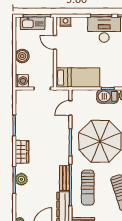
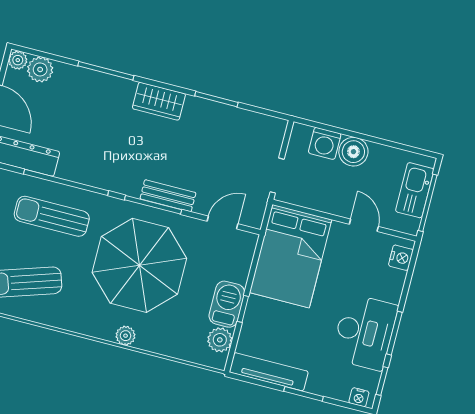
door: (55, 42) -> (364, 225), hinge flipped
bed: (78, 78) -> (291, 256), width x1.50
washing machine: (22, 81) -> (325, 143), moved
door: (70, 108) -> (223, 223), hinge flipped
bench: (64, 178) -> (168, 196), moved
plant: (21, 179) -> (40, 69), moved

